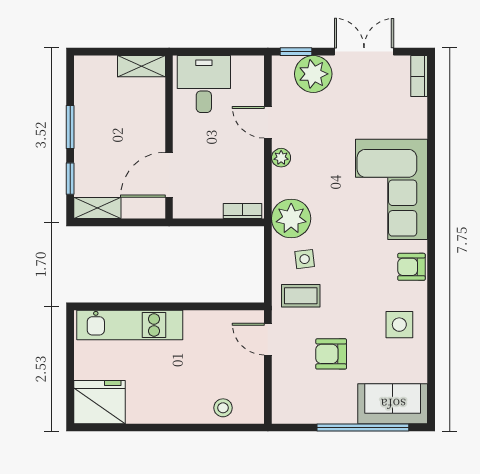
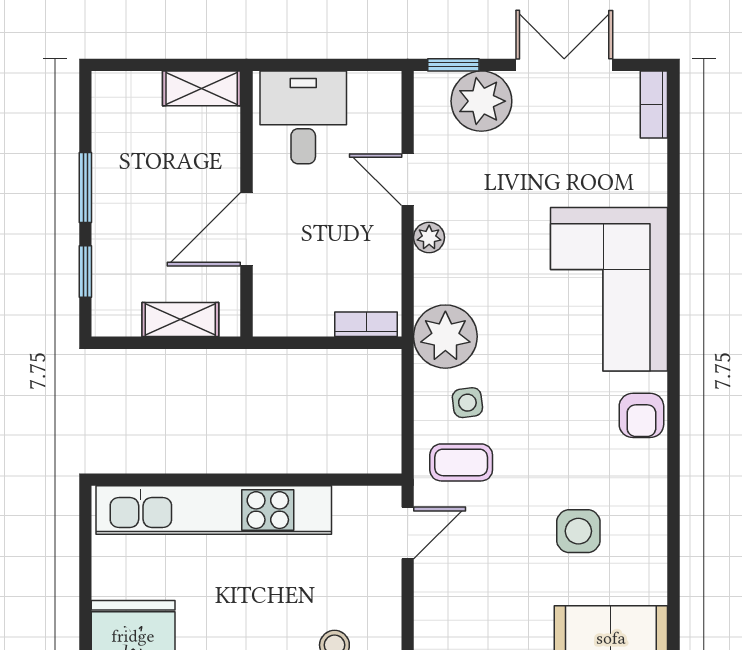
door: (169, 175) -> (246, 229), moved
shelving: (97, 208) -> (180, 319), moved
armchair: (411, 267) -> (641, 415), turned -90
kitchen unit: (130, 325) -> (214, 510), width x1.36
side table: (399, 325) -> (578, 531), moved
door: (268, 339) -> (408, 533), swing flipped
armchair: (331, 354) -> (511, 557), removed

